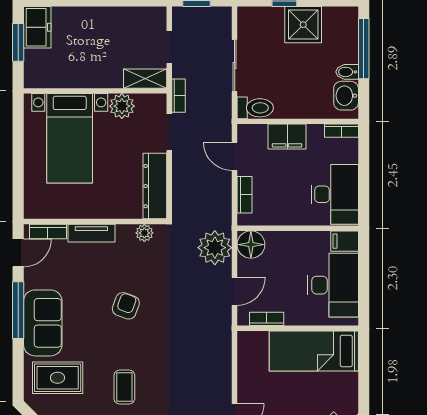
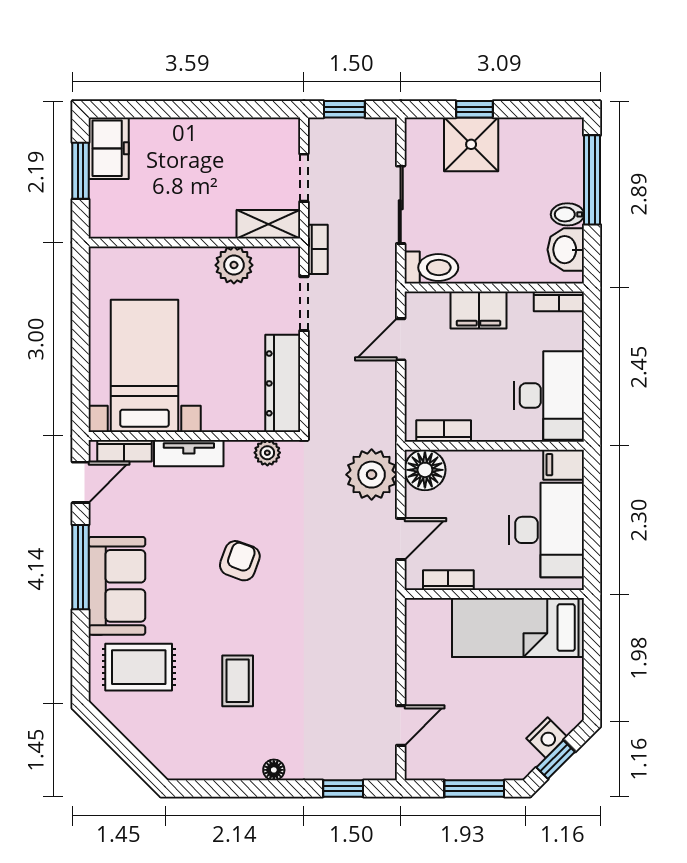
shower: (303, 25) -> (471, 144), moved
bed with nightstands: (70, 138) -> (145, 366), moved, turned 180
door: (235, 156) -> (401, 339), hinge flipped
bookcase: (244, 195) -> (444, 431), moved, turned -90

